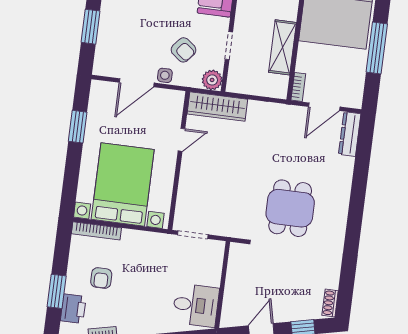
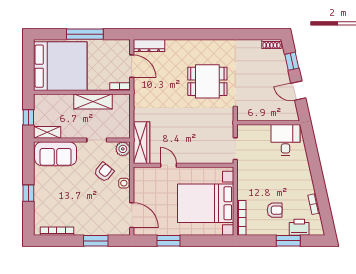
door: (137, 83) -> (132, 215), moved

